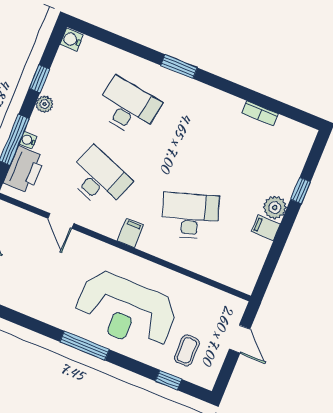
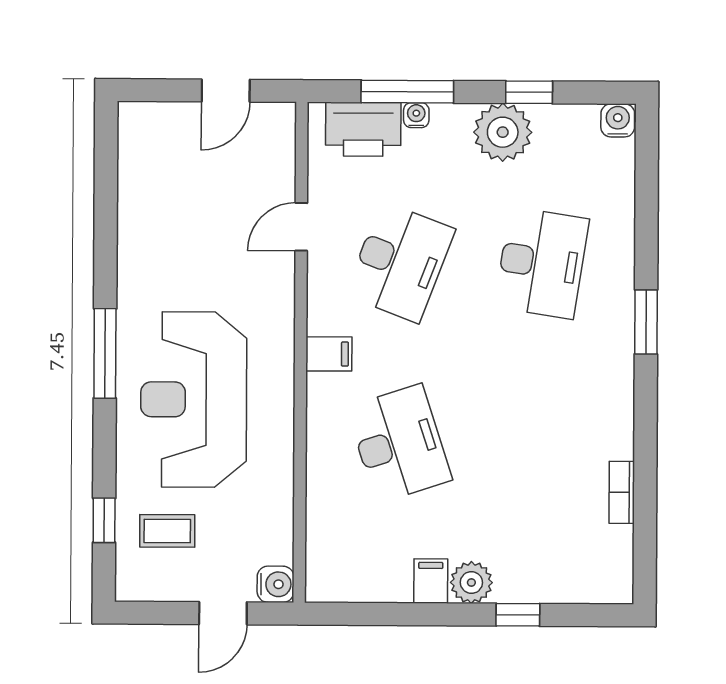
plant: (44, 104) -> (503, 132), width x1.87, depth x1.87
water cooler: (236, 307) -> (276, 584), added

